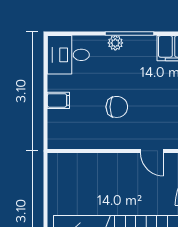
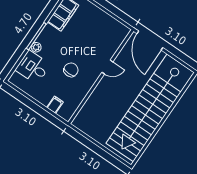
desk: (68, 55) -> (33, 67), moved, turned 90
filing cabinet: (58, 100) -> (55, 105), moved

